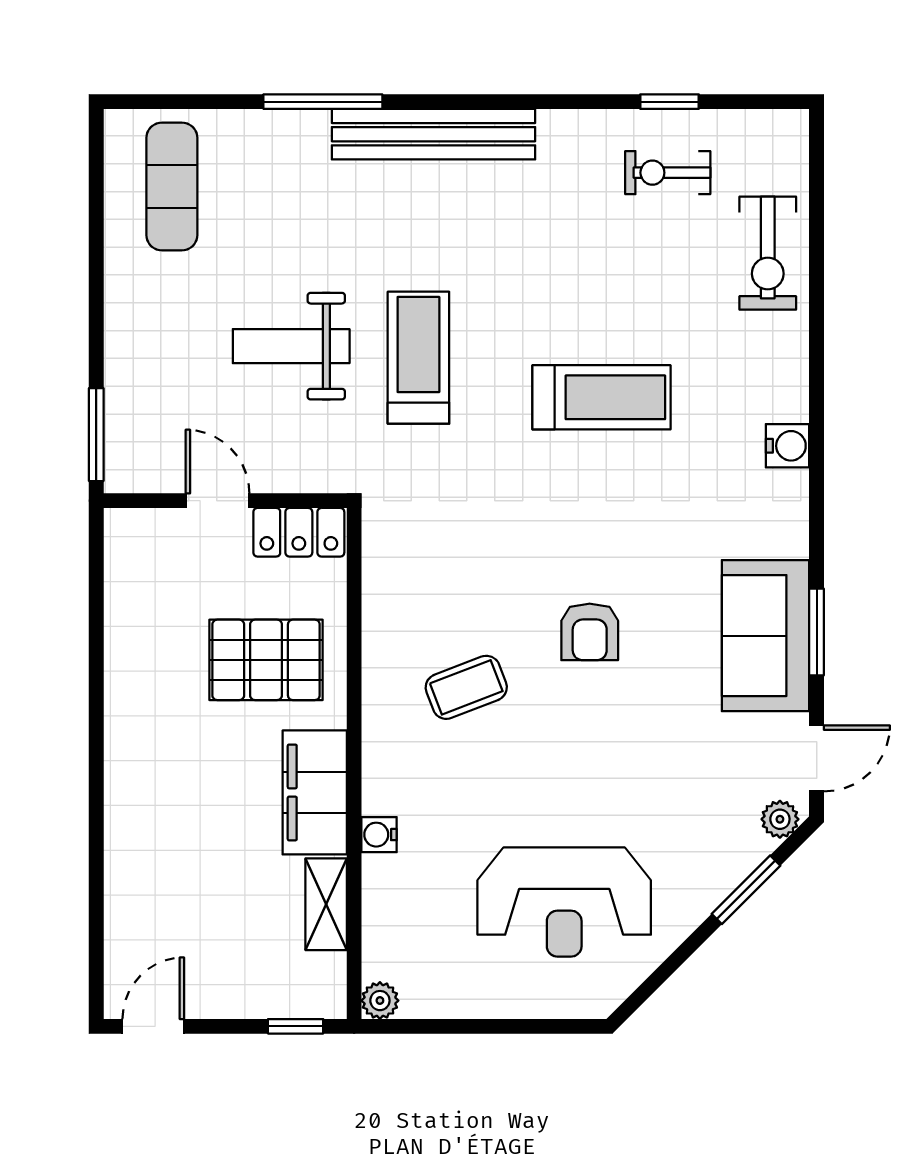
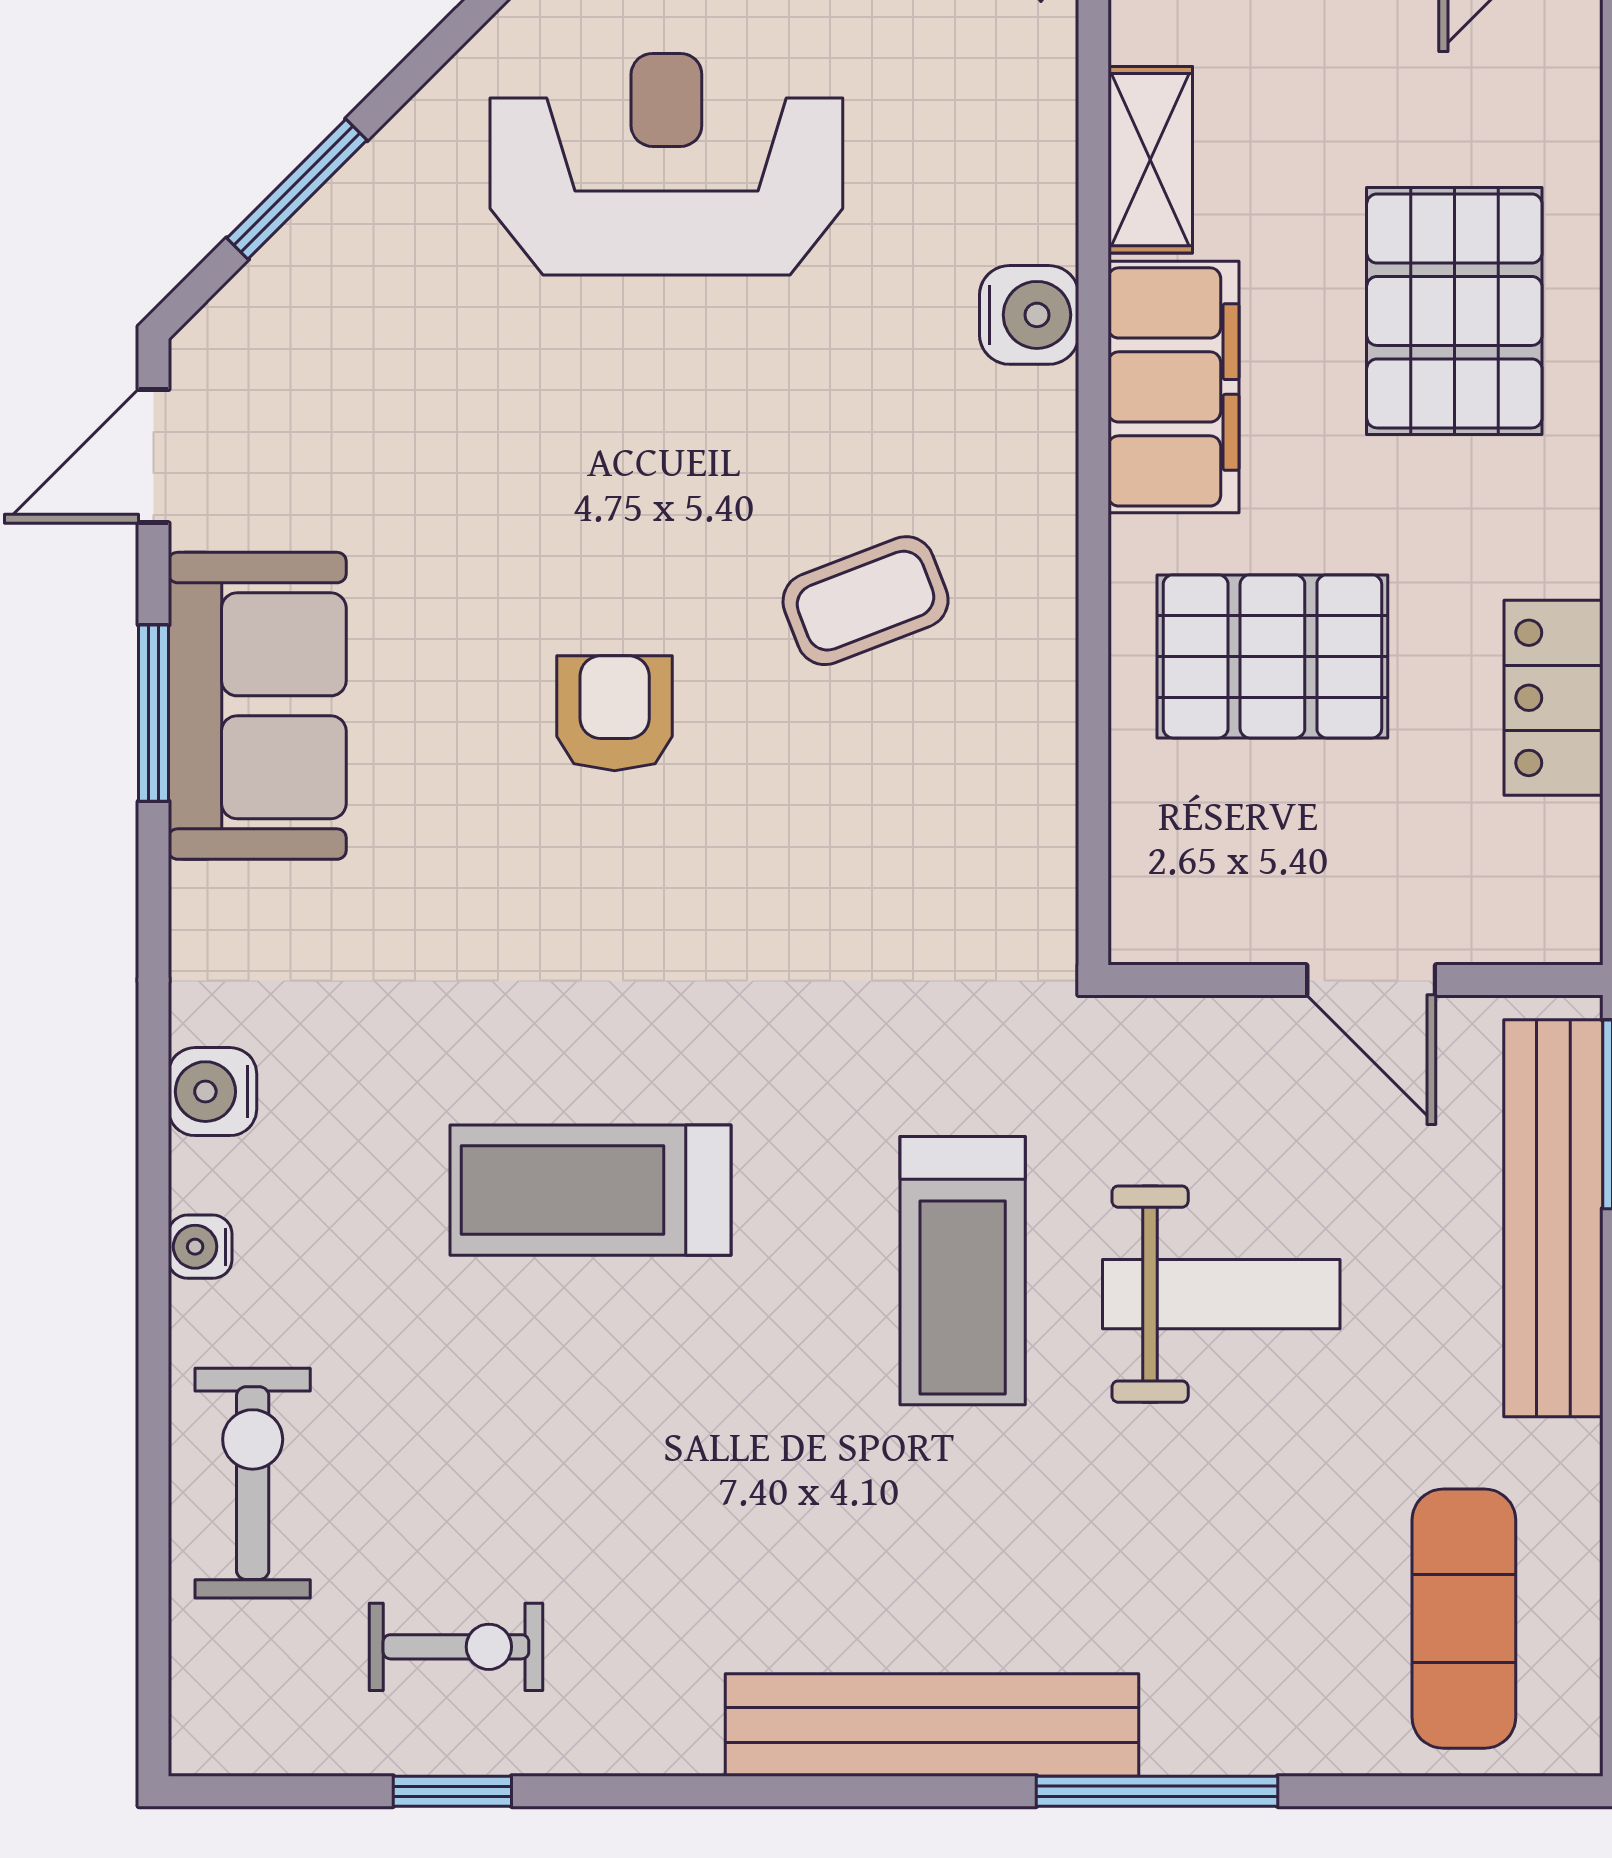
water cooler: (794, 369) -> (200, 1247), added
bench: (128, 383) -> (1553, 1218), added
locker: (299, 532) -> (1553, 698), moved, turned -90
plant: (780, 819) -> (228, 333), removed
pallet: (177, 830) -> (1454, 311), added
water cooler: (379, 835) -> (1029, 315), width x1.38, depth x1.38

